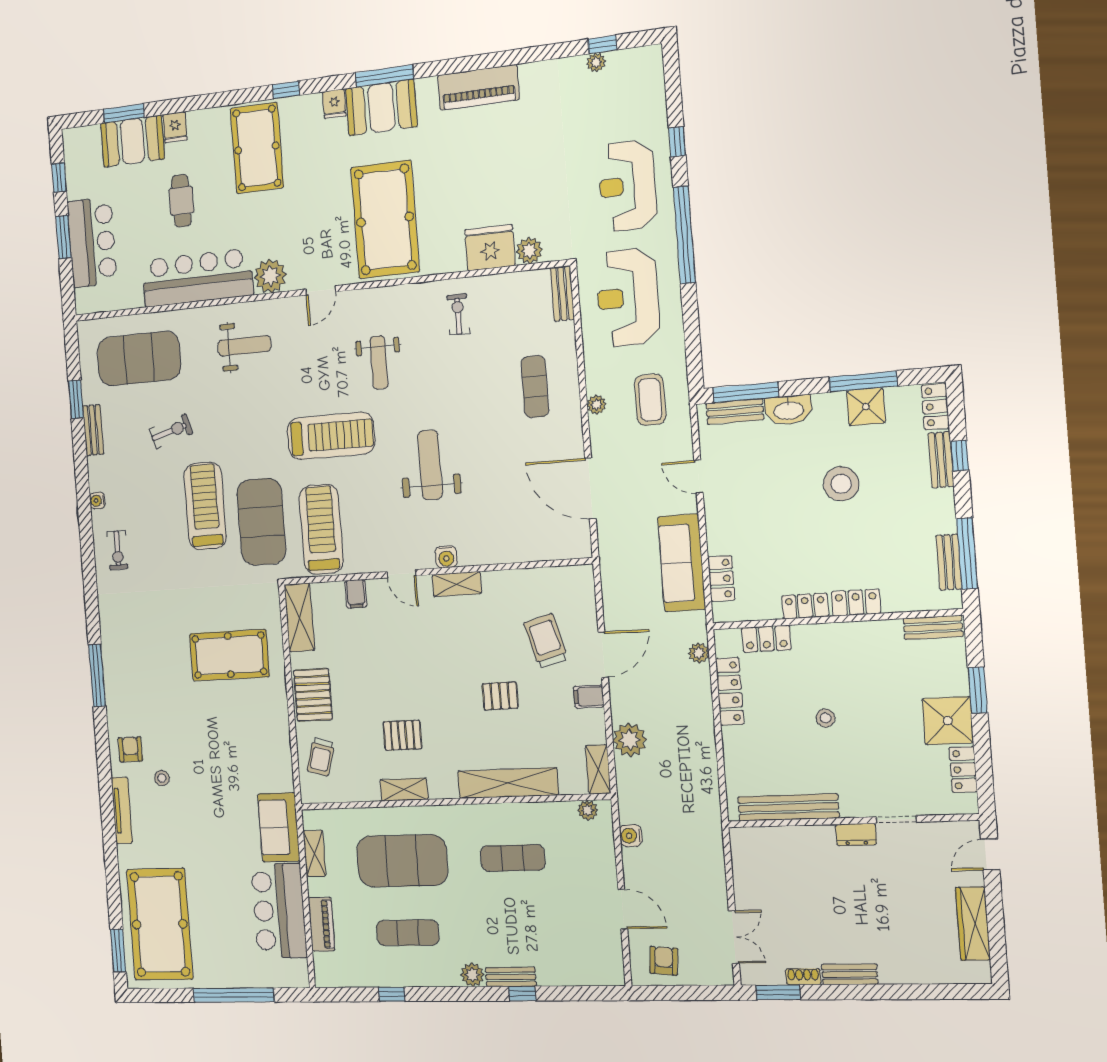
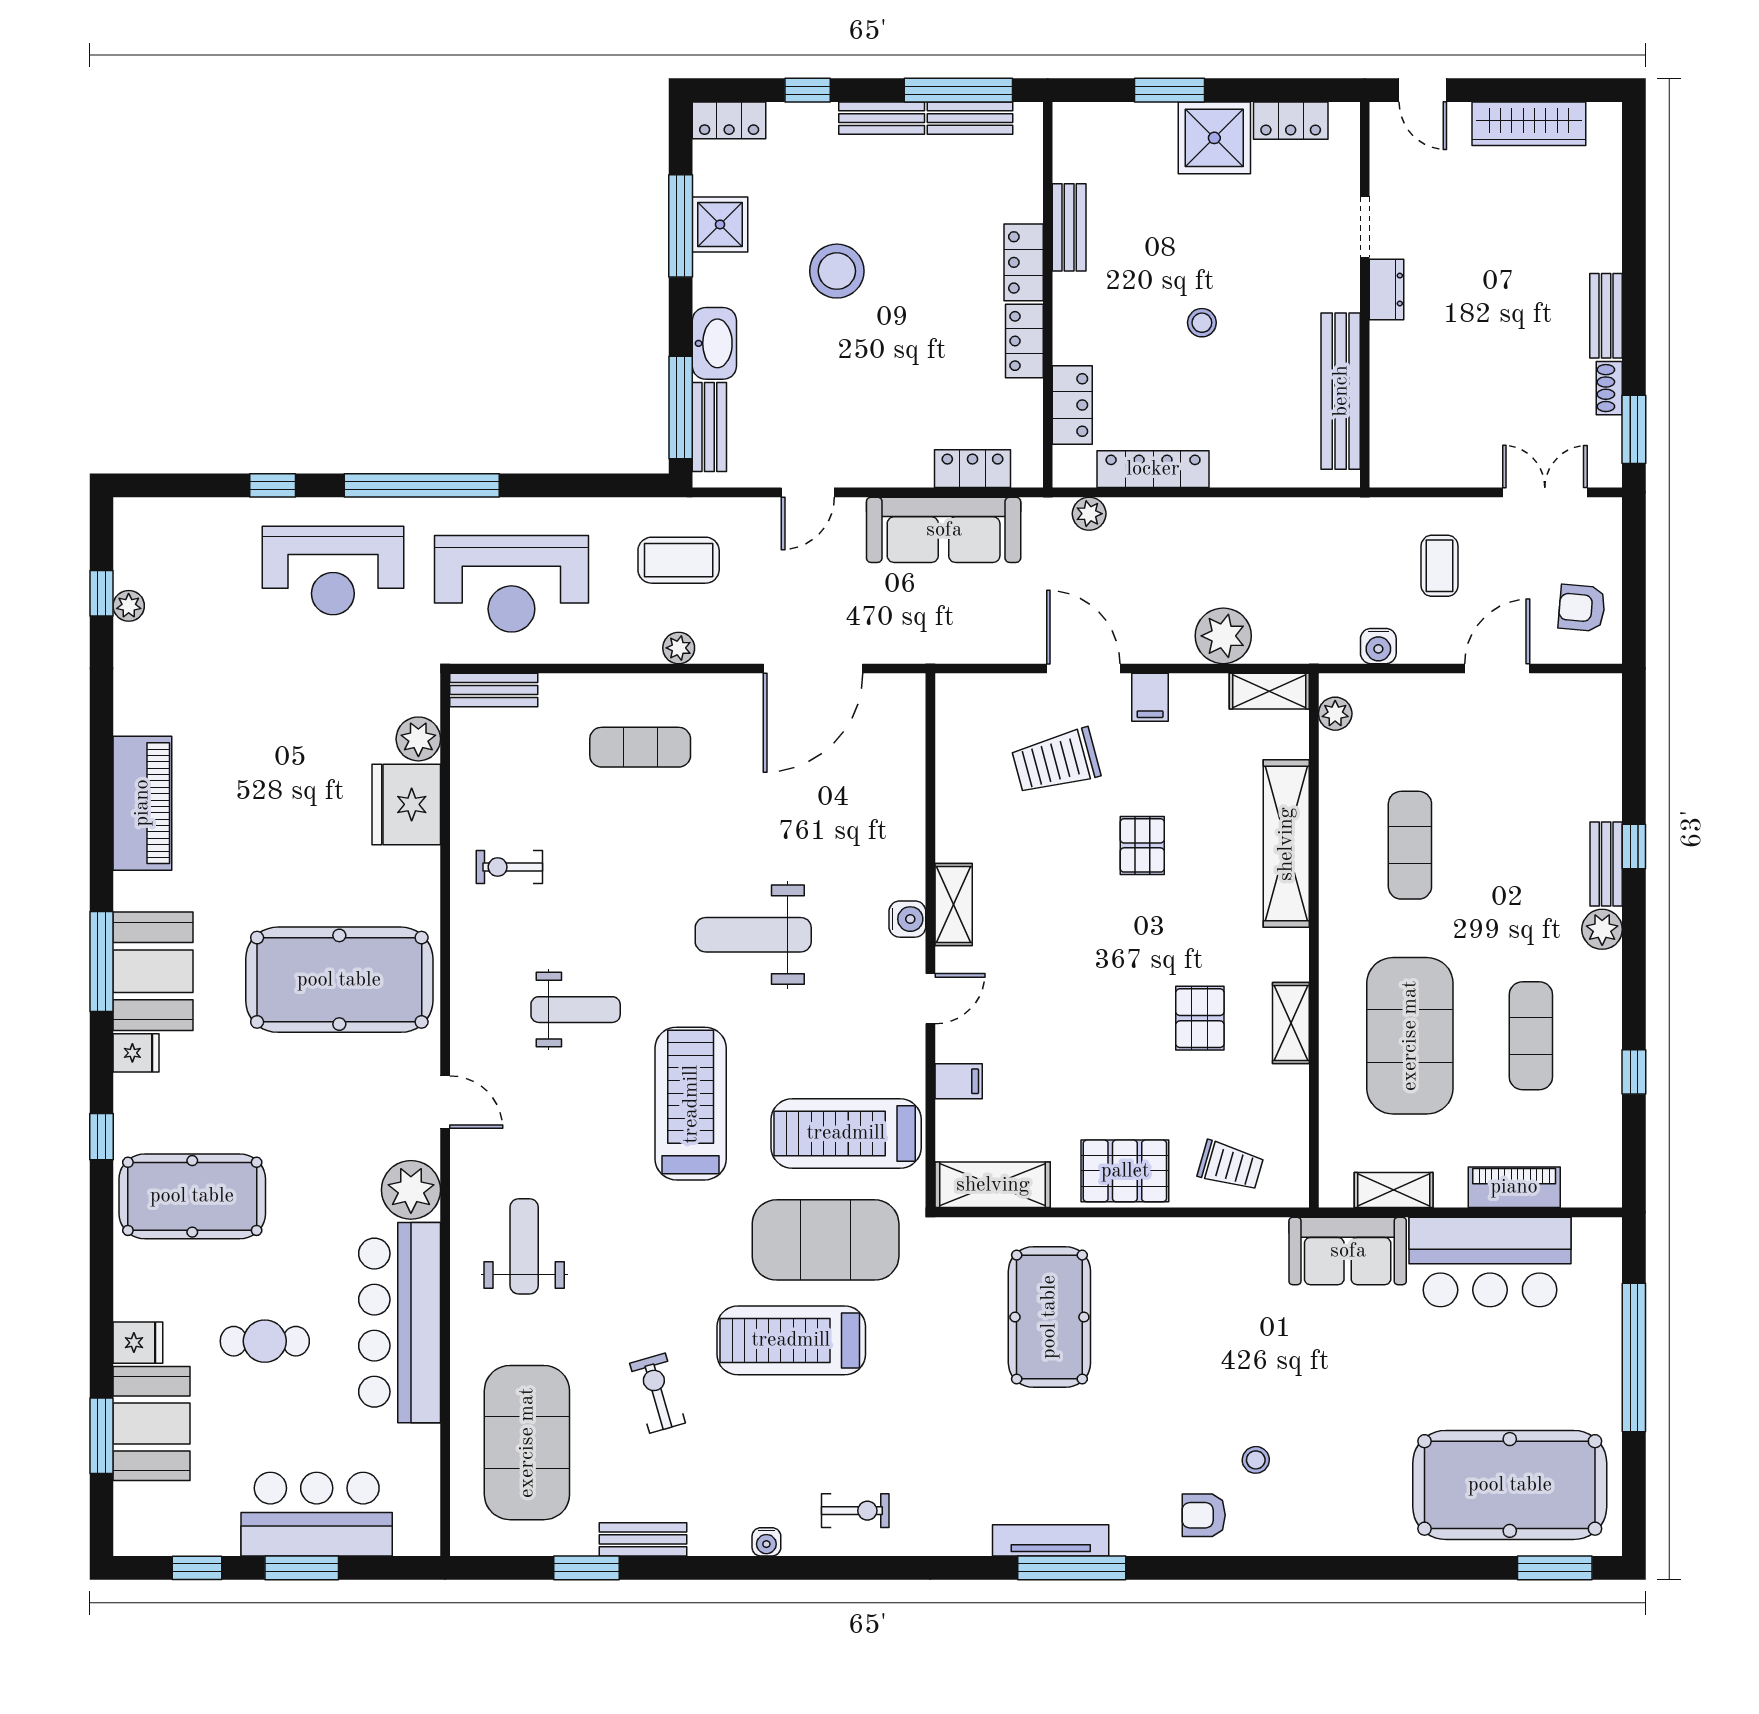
bench: (941, 460) -> (882, 118), moved
bench: (933, 627) -> (1069, 227), moved
tv unit: (122, 810) -> (1051, 1540), moved
coffee table: (683, 872) -> (1440, 566), added

